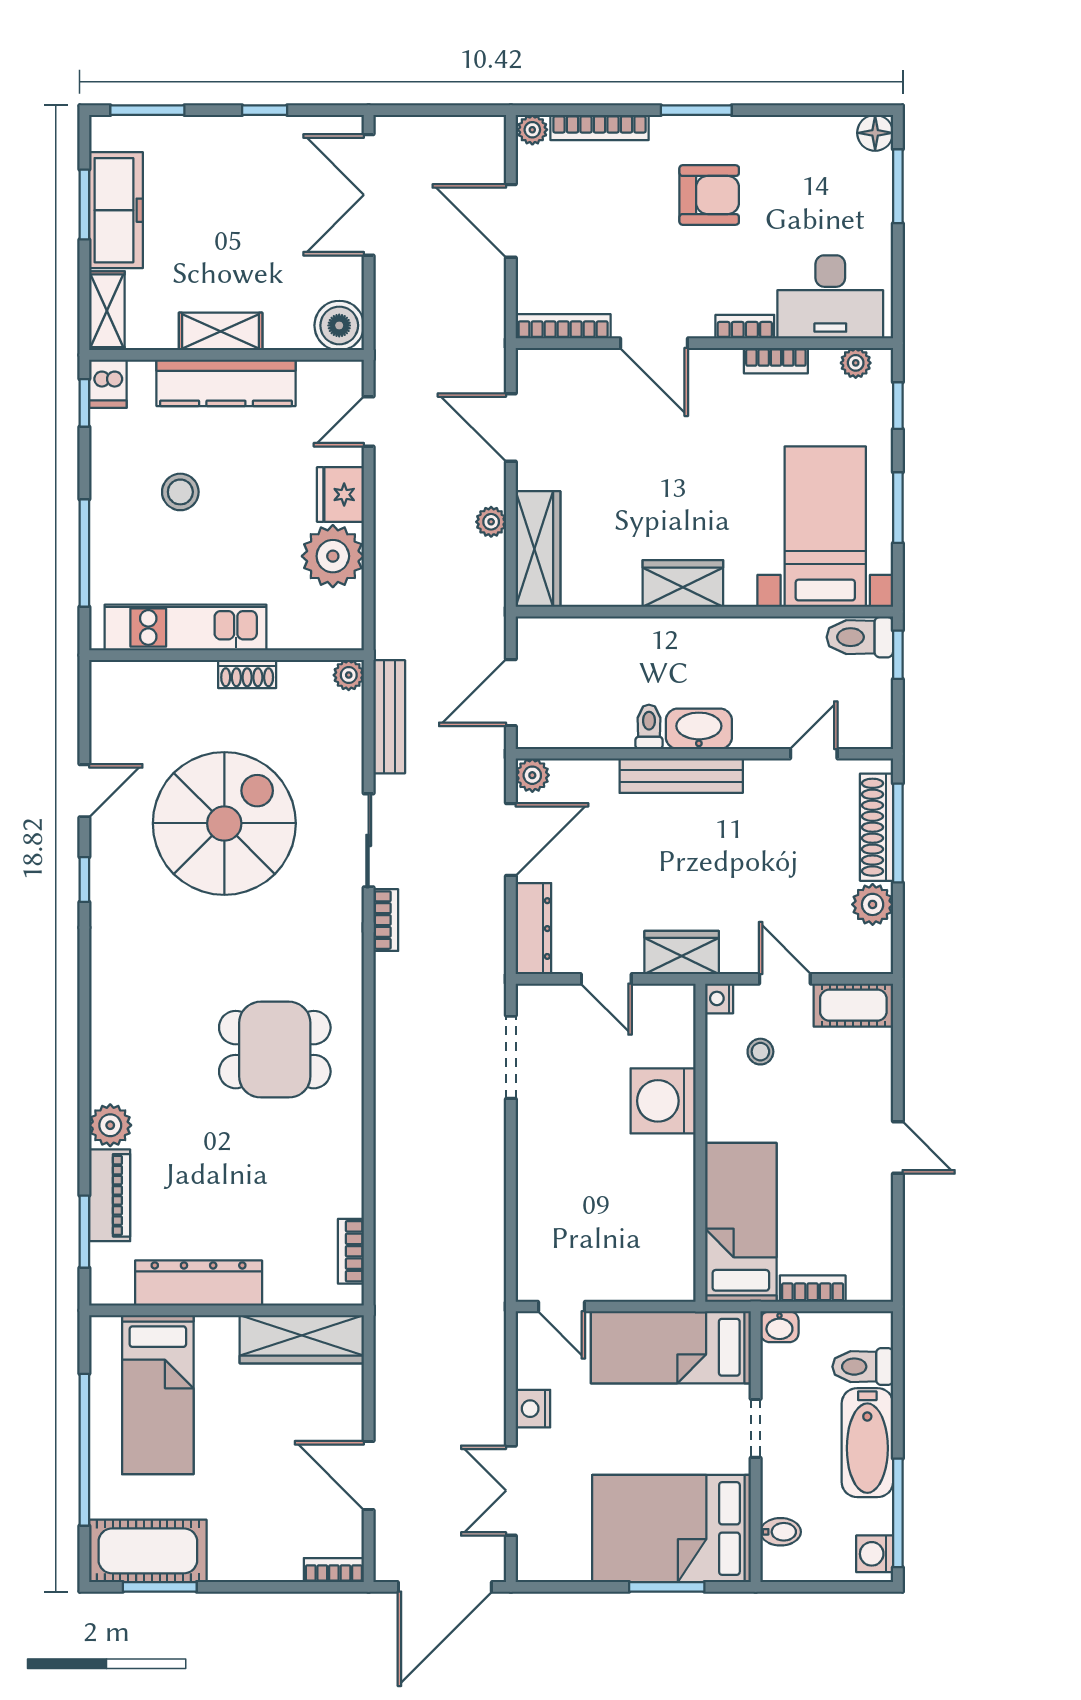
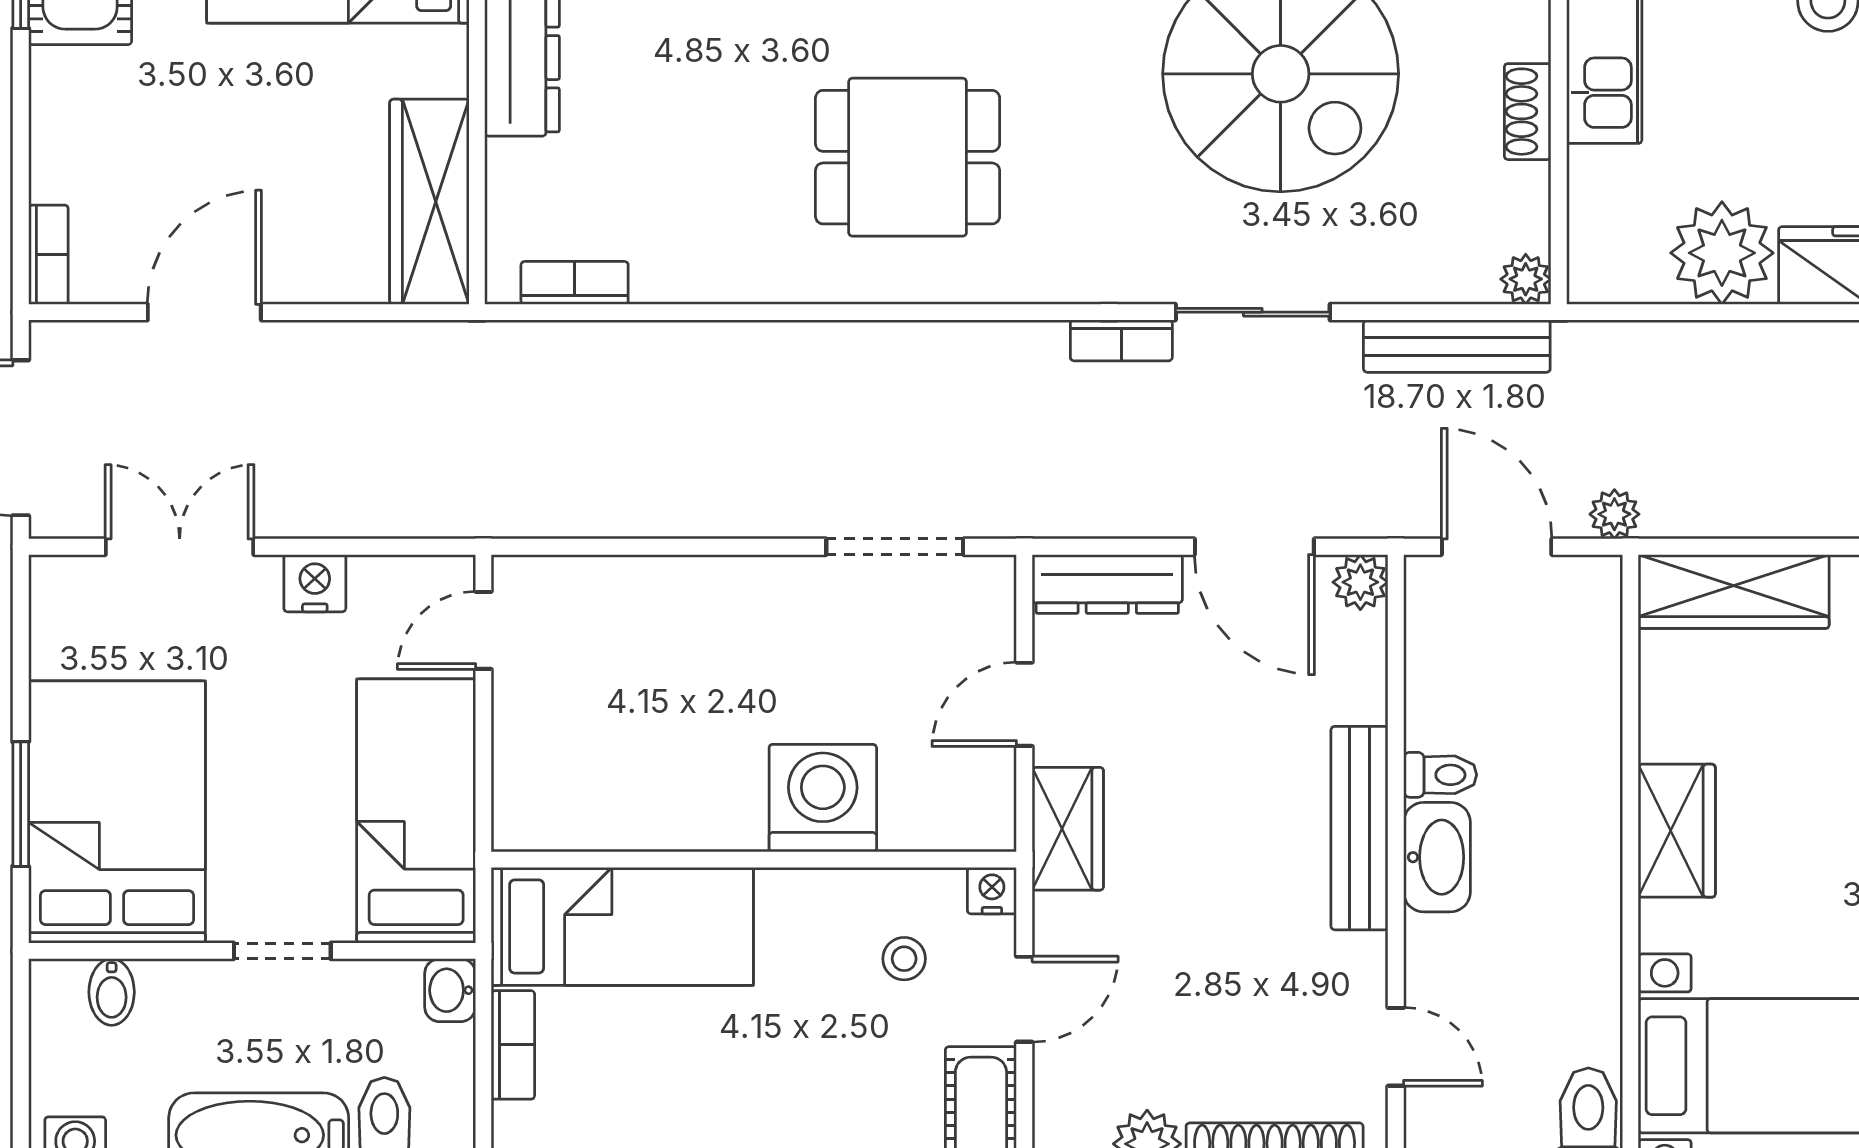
plant: (491, 522) -> (1614, 514), moved
dining table: (275, 1050) -> (908, 157), turned 90

